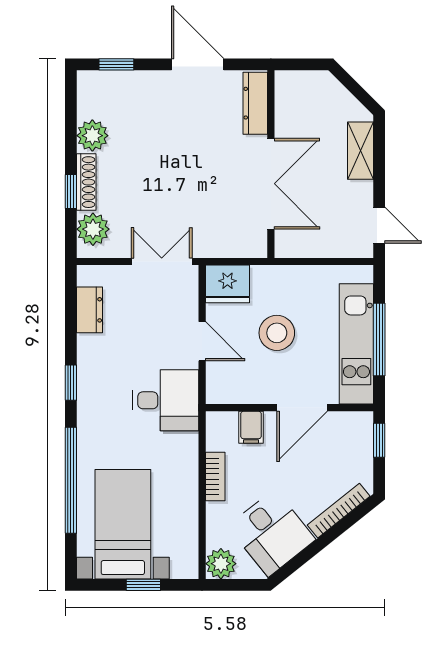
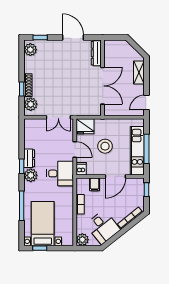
plant: (92, 136) -> (30, 50), moved
door: (379, 225) -> (146, 103), swing flipped
double door: (162, 262) -> (58, 117), swing flipped
dresser: (90, 310) -> (29, 158), moved
dishwasher: (218, 389) -> (81, 169), added
plant: (93, 405) -> (31, 175), added
window: (71, 480) -> (22, 206), width x0.68
window: (143, 585) -> (40, 248), moved

